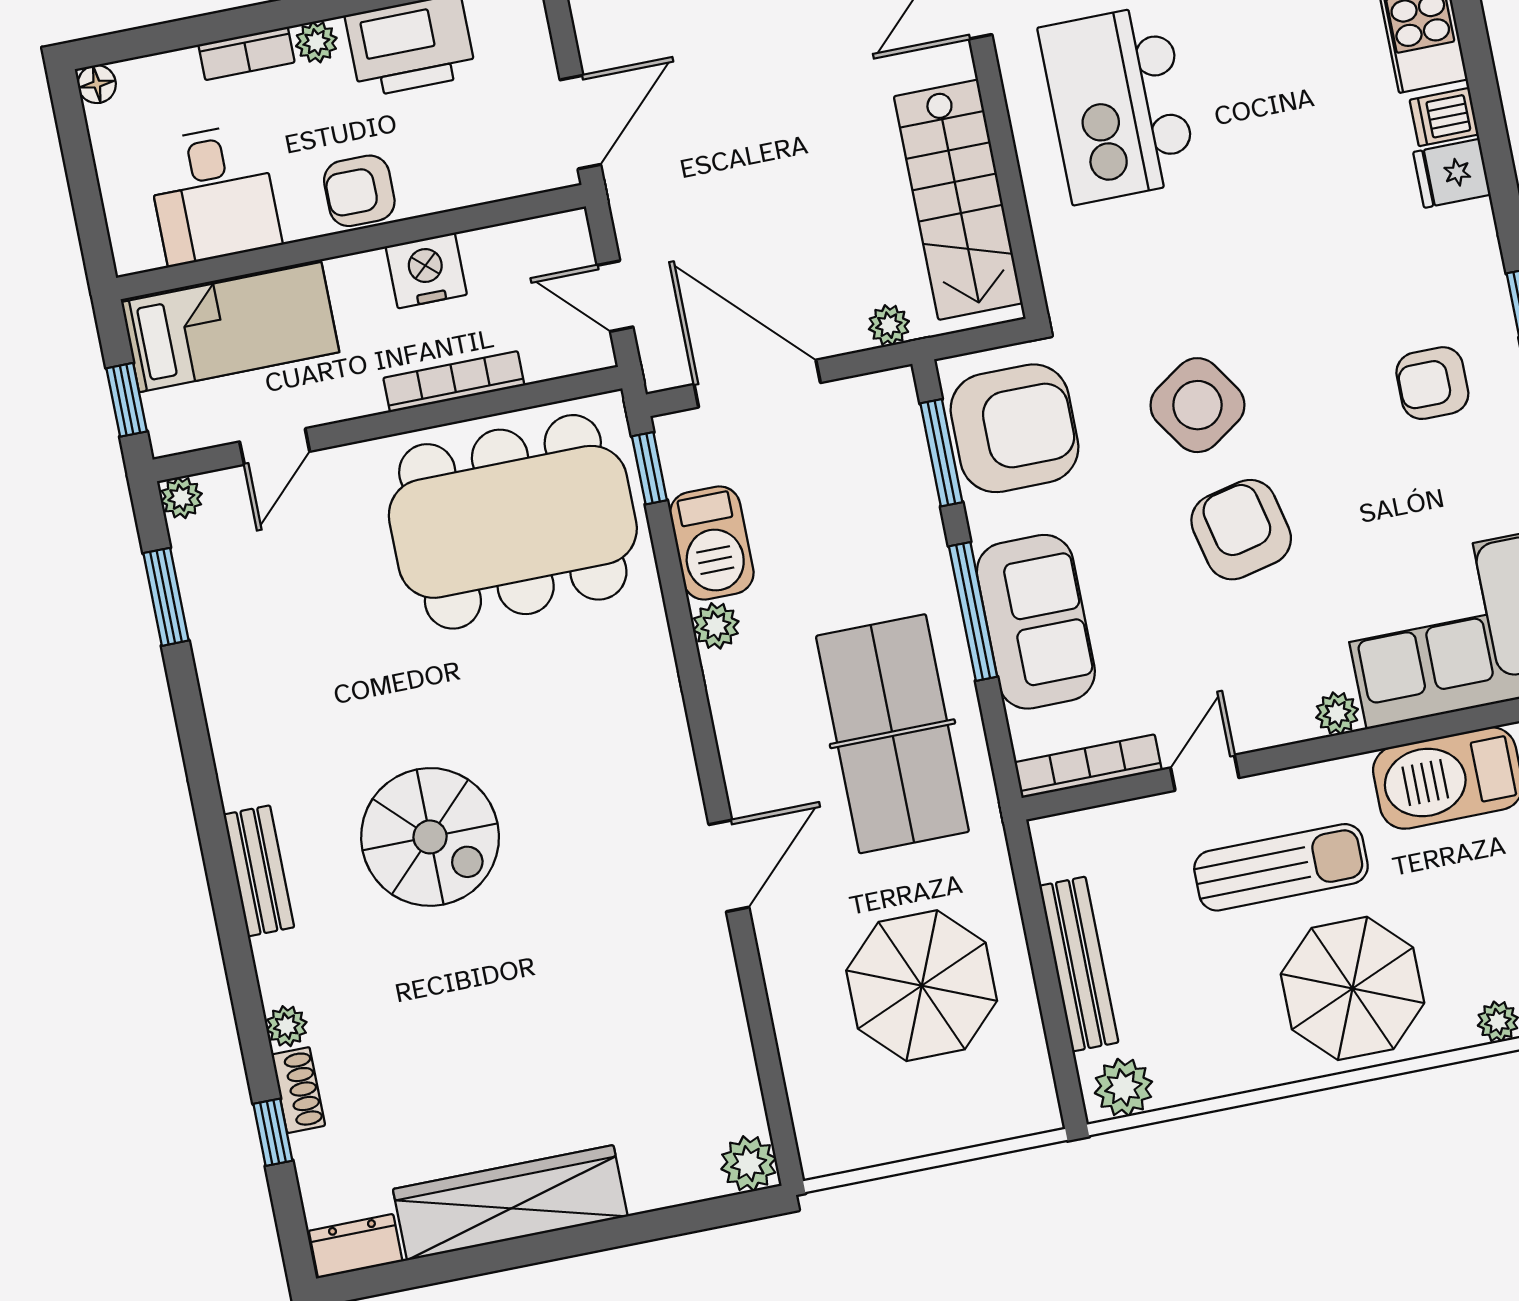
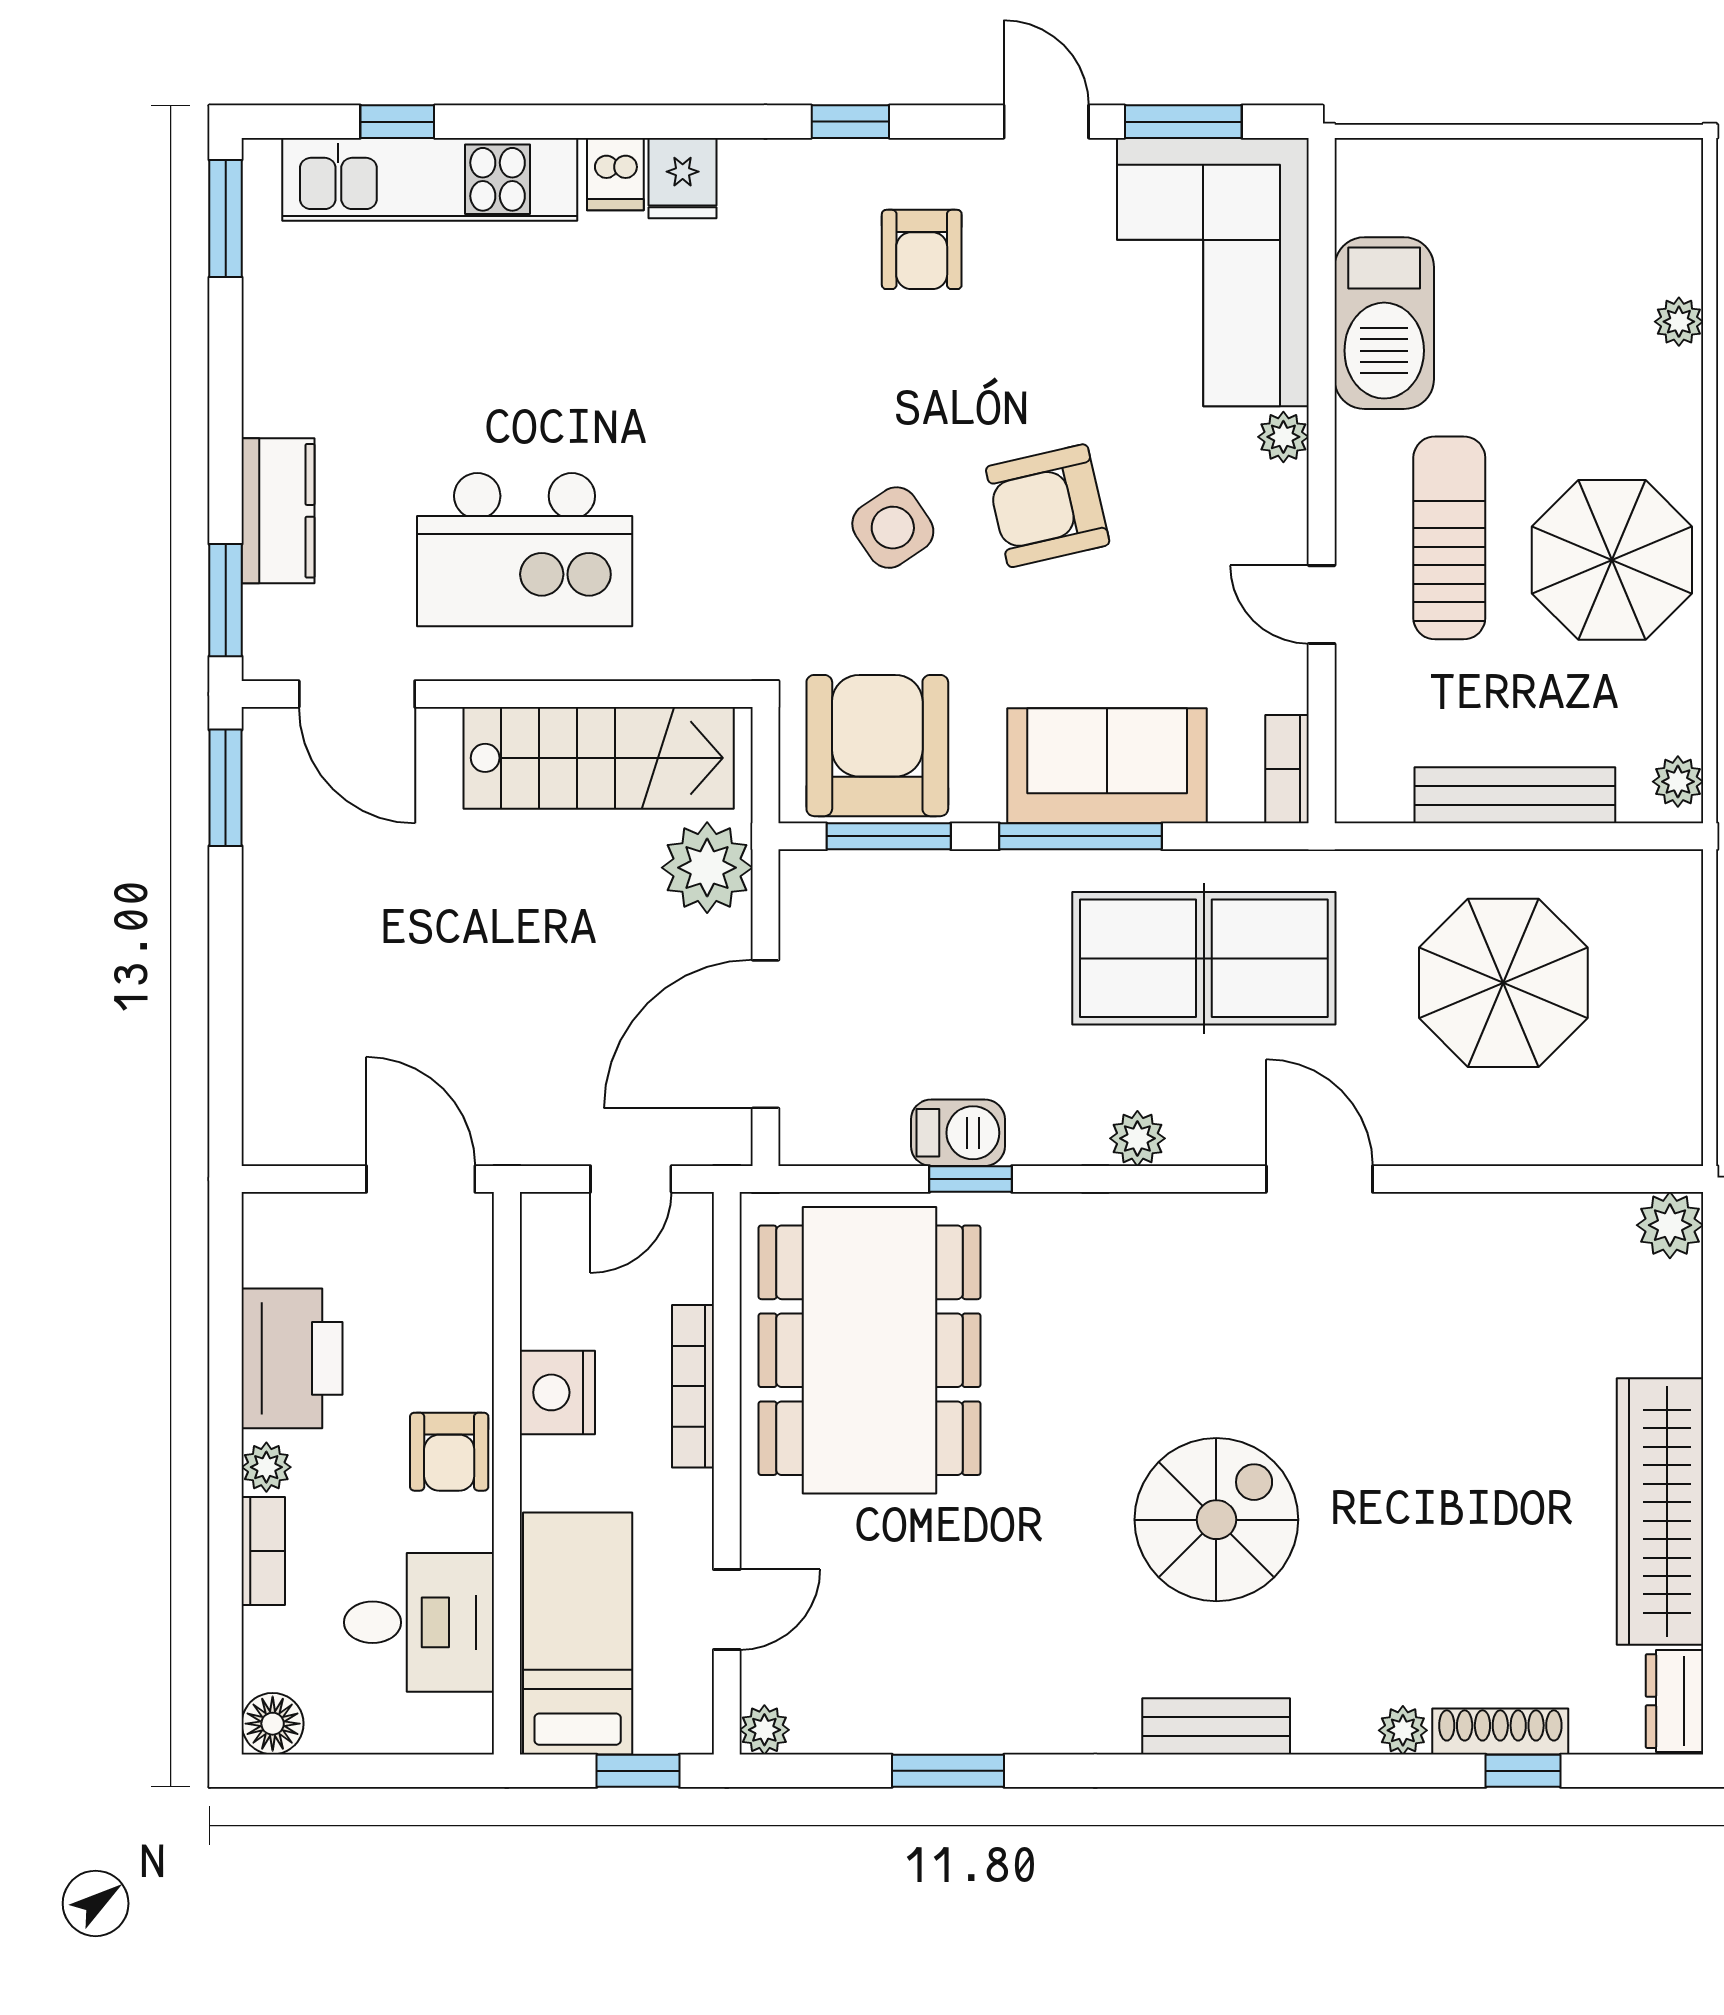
floor lamp: (97, 84) -> (273, 1724), width x1.37, depth x1.37
plant: (889, 325) -> (707, 868), width x1.88, depth x1.88
side table: (1197, 405) -> (893, 528), width x0.73, depth x0.73
door: (275, 447) -> (727, 1609), hinge flipped
window: (649, 468) -> (971, 1179), moved
barbecue: (712, 543) -> (958, 1133), width x0.73, depth x0.79
window: (166, 597) -> (948, 1771), moved
plant: (716, 626) -> (1137, 1138), moved
bookcase: (1088, 766) -> (1287, 769), width x0.64
parasol: (1353, 988) -> (1612, 560), moved
plant: (1123, 1087) -> (1678, 782), width x0.73, depth x0.73
shoe rack: (298, 1090) -> (1500, 1731), width x1.43

